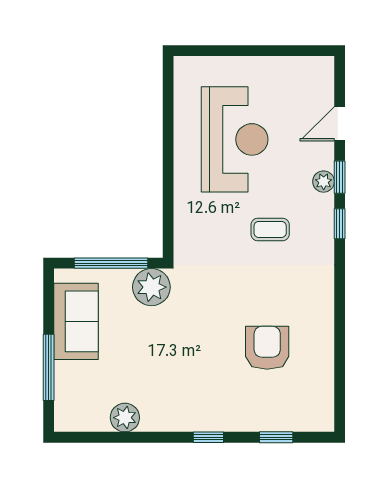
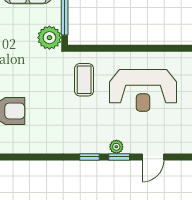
door: (340, 124) -> (153, 157), swing flipped
coffee table: (270, 229) -> (84, 80), moved, width x1.36, depth x1.30

